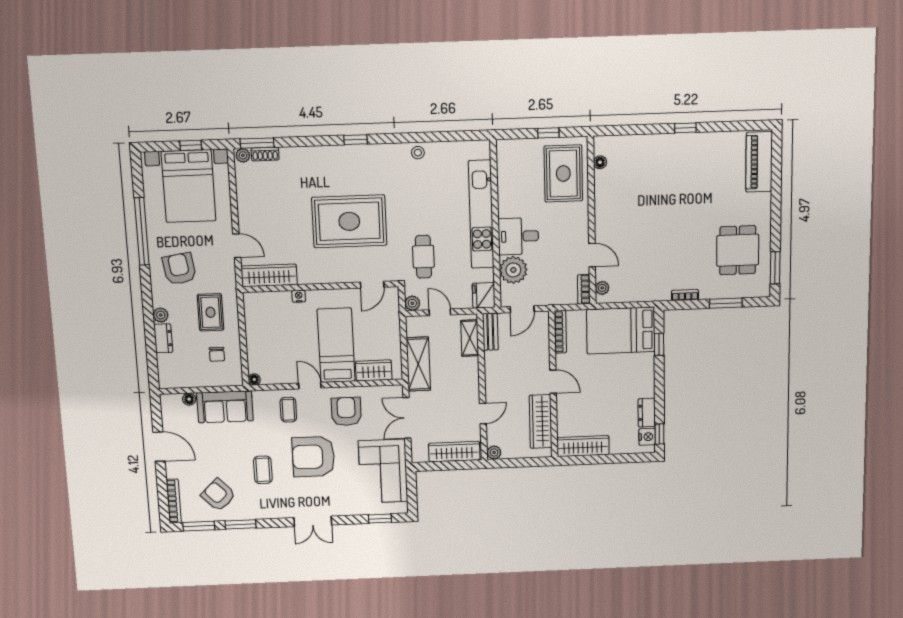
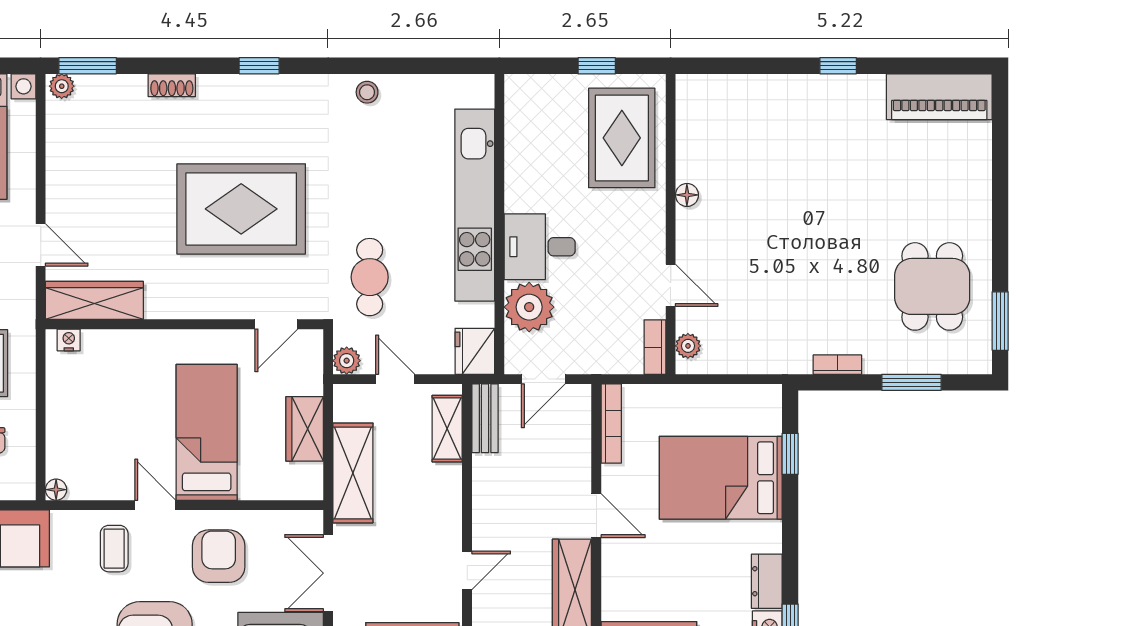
shoe rack: (265, 154) -> (172, 85), moved
floor lamp: (600, 162) -> (687, 195), moved
piano: (759, 162) -> (939, 97), moved, turned -90
nightstand: (299, 296) -> (69, 340), moved
bed: (621, 330) -> (721, 478), moved
wardrobe: (374, 370) -> (305, 429), moved, turned -90

